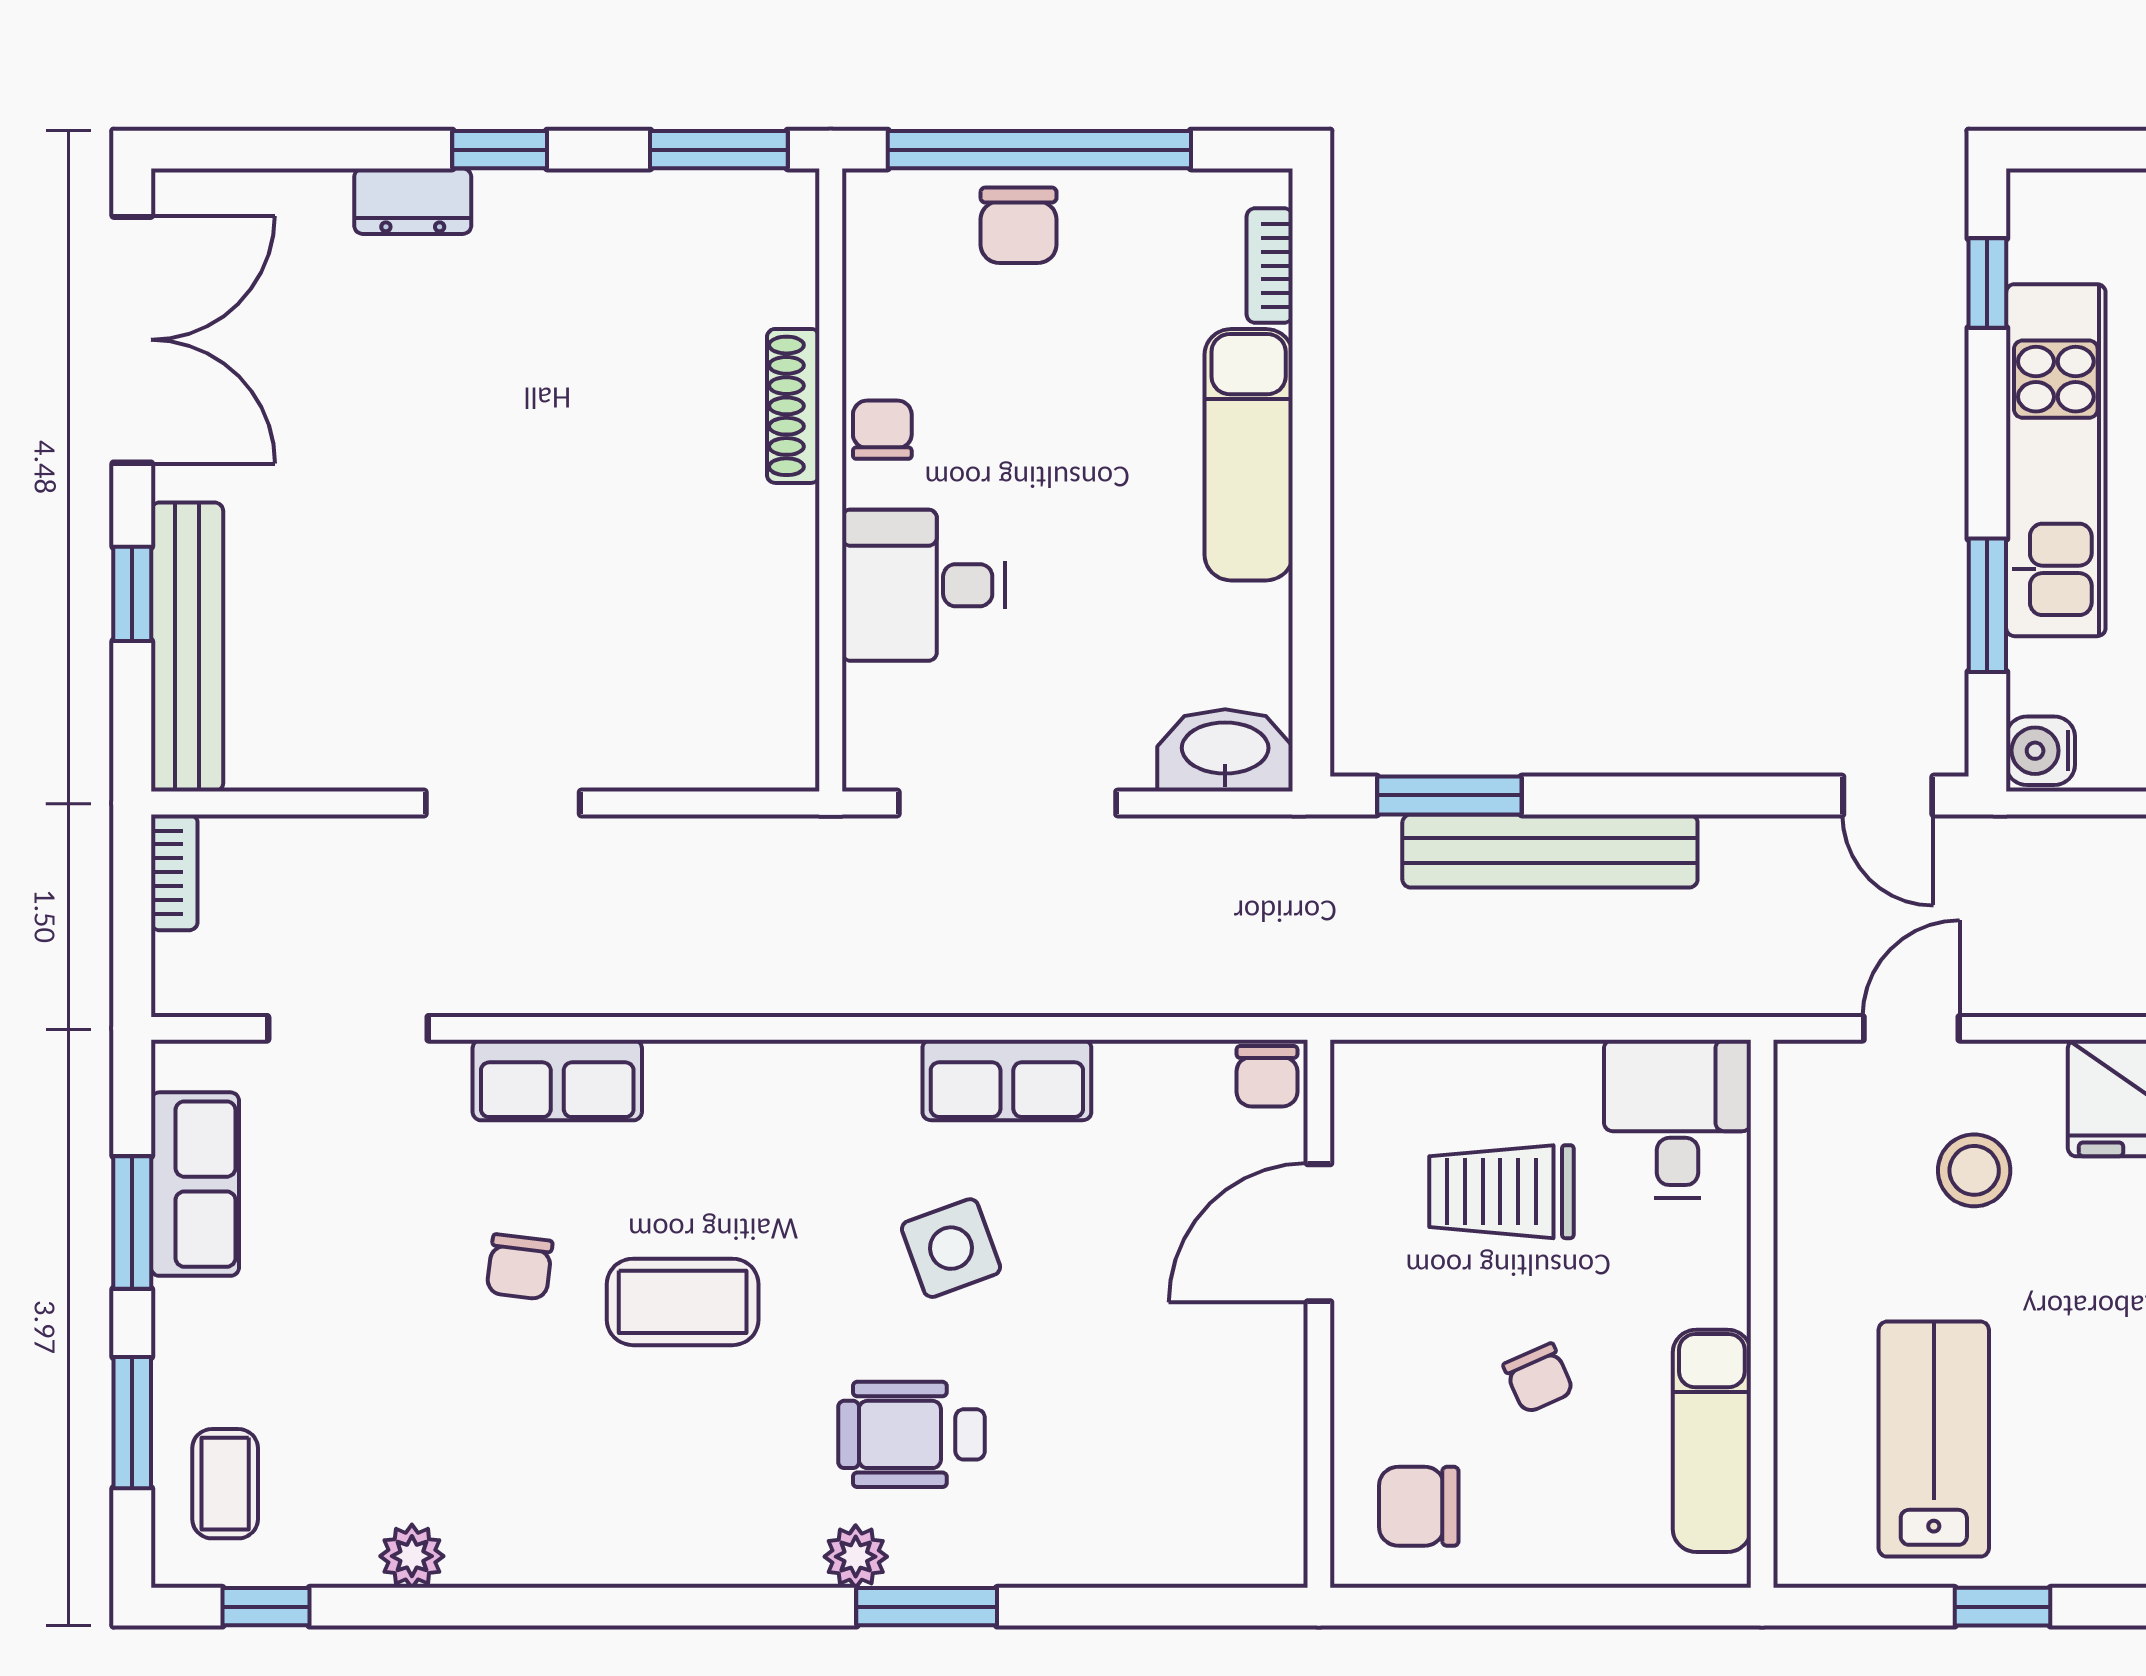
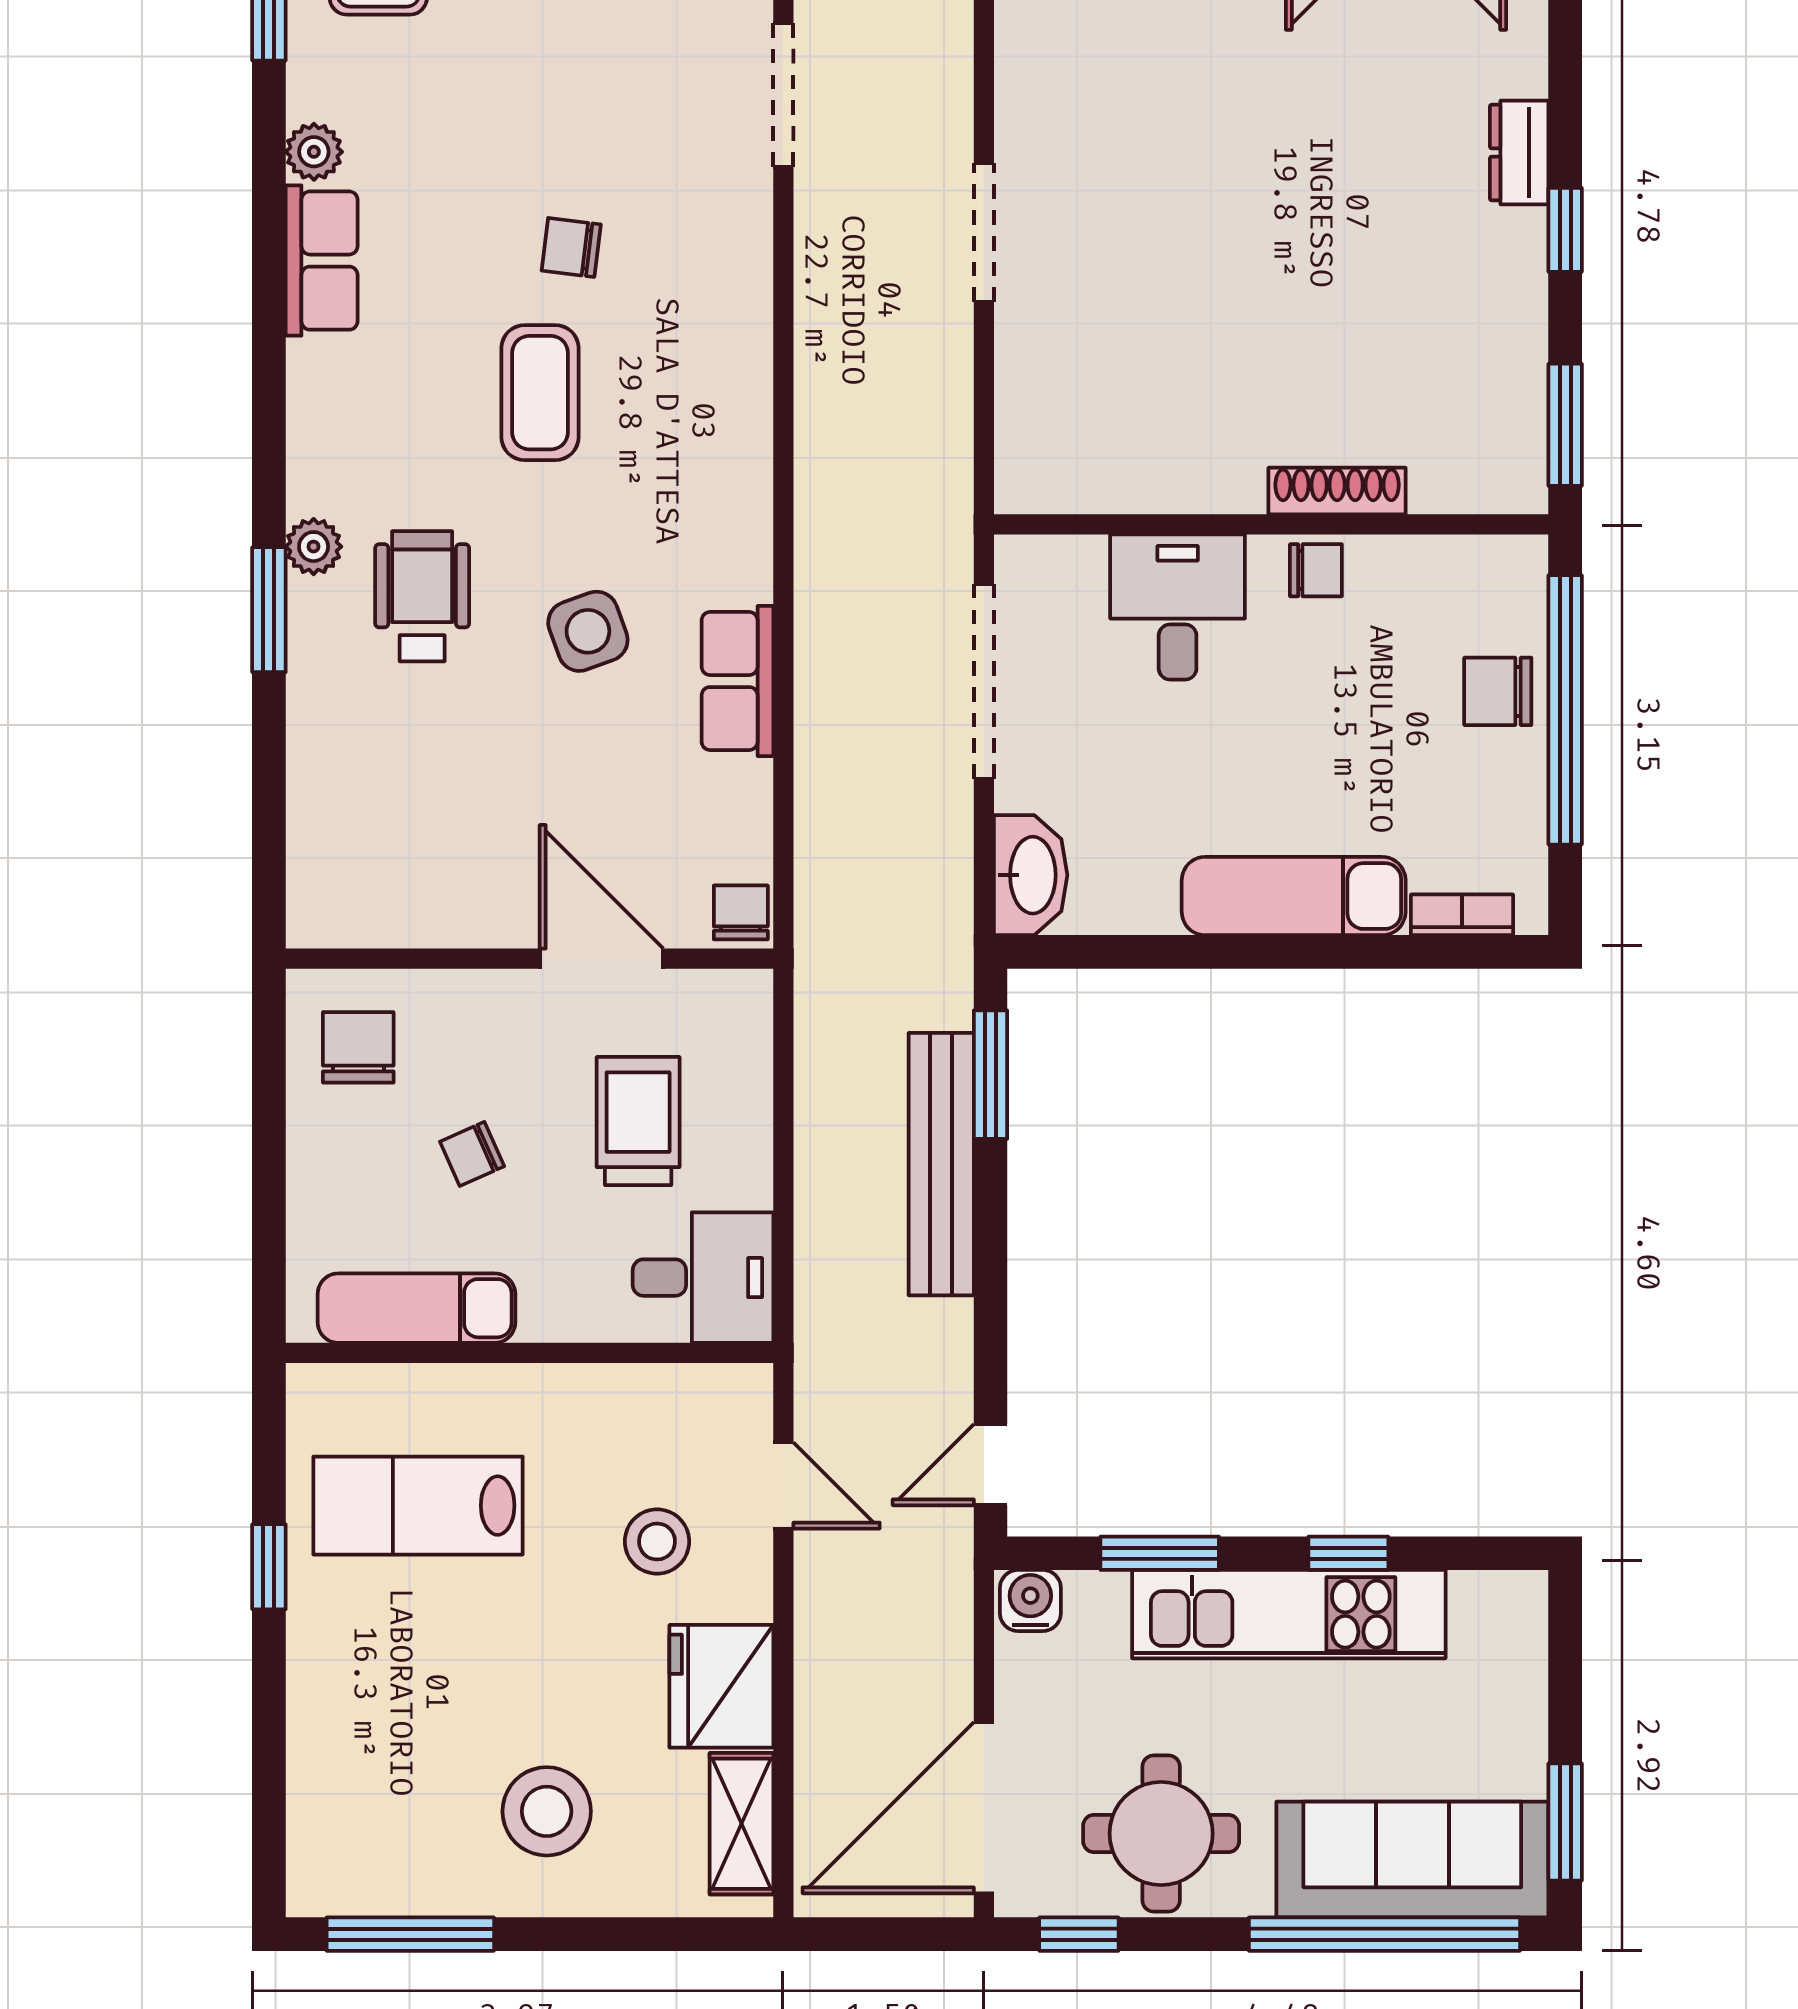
window: (1987, 283) -> (1348, 1553), moved
chair: (1267, 1076) -> (741, 912), turned 90
row of seats: (557, 1080) -> (322, 261), moved, turned 180
lab bench: (1934, 1439) -> (418, 1506), turned 180

